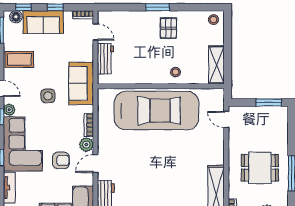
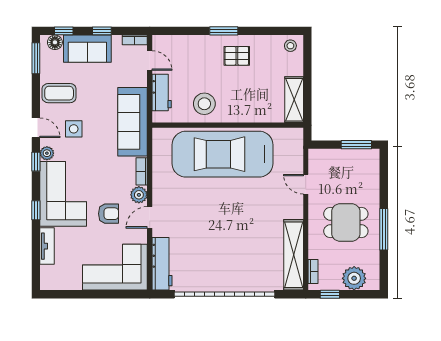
pallet: (169, 28) -> (237, 56), turned 90
stool: (176, 72) -> (204, 104), moved, width x1.89, depth x1.89
sofa: (81, 83) -> (133, 122), width x1.36
side table: (48, 96) -> (74, 129), moved
car: (156, 111) -> (223, 154), turned 180
door: (226, 120) -> (306, 184), moved

